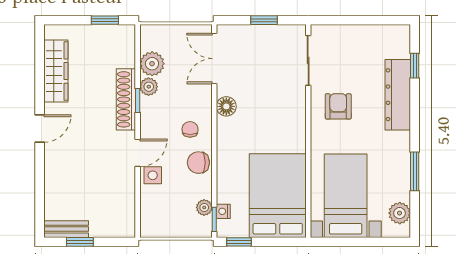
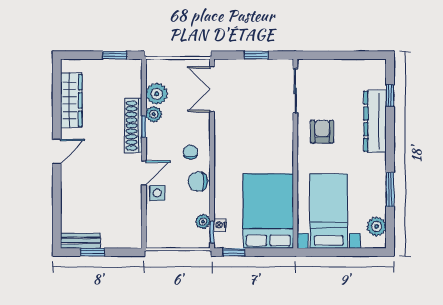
floor lamp: (226, 106) -> (223, 132), removed

